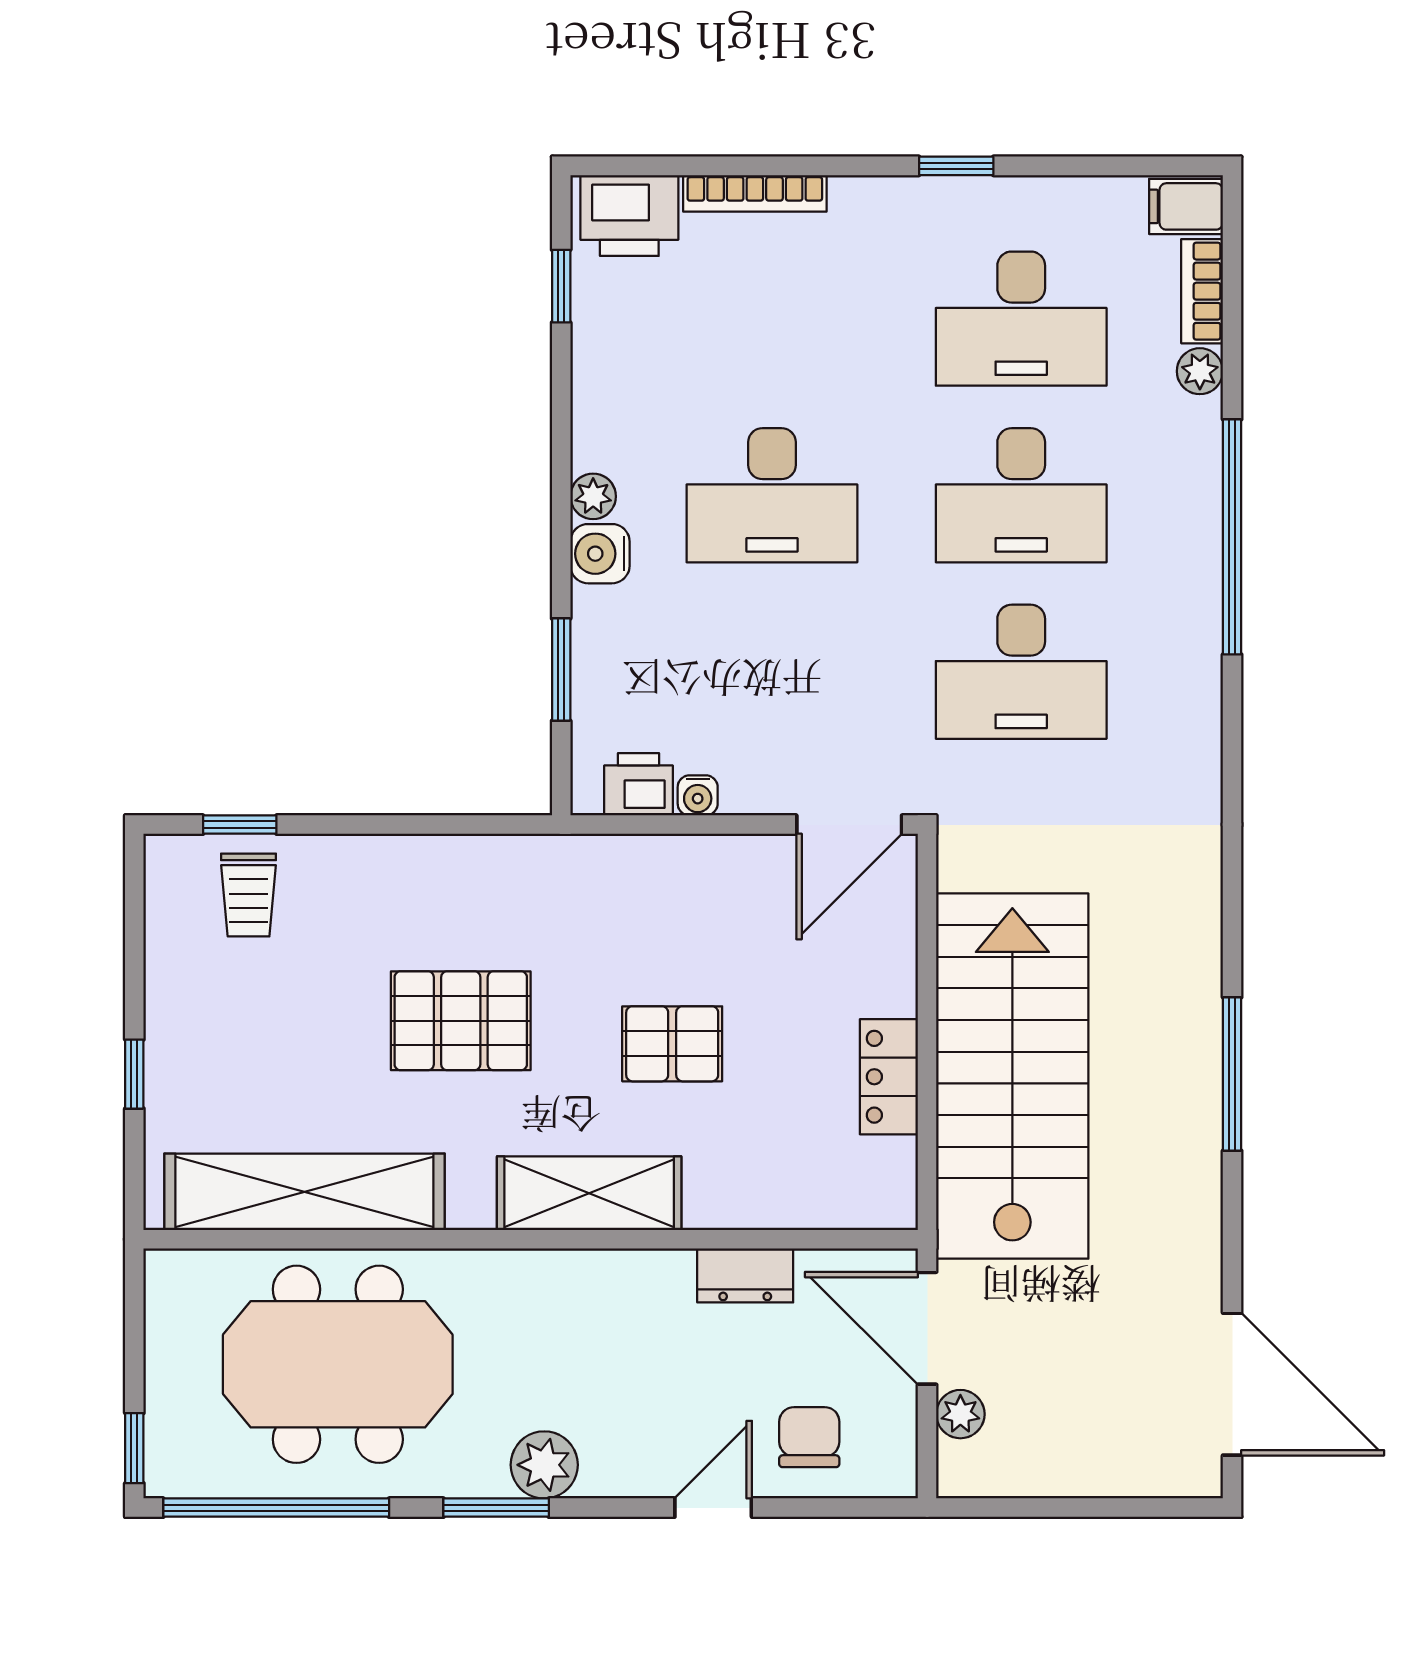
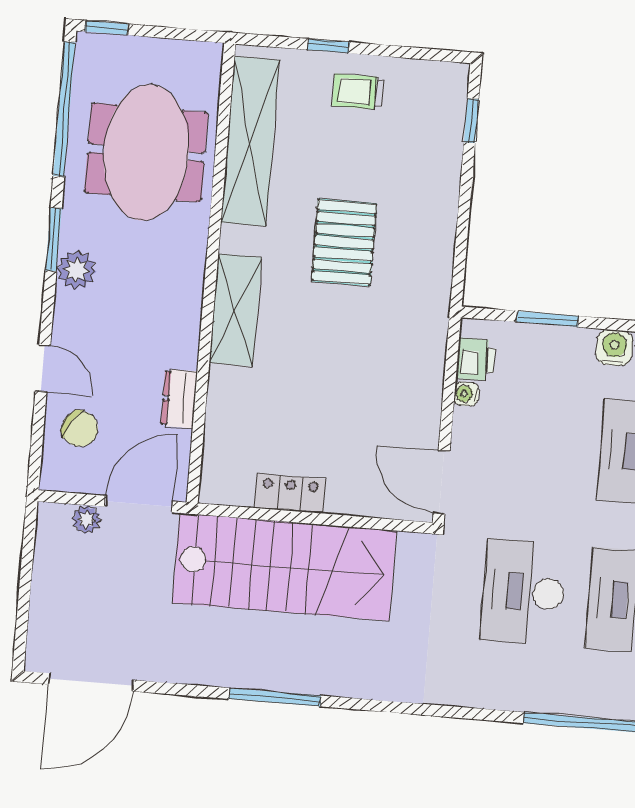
trolley: (249, 895) -> (358, 92), moved
pallet: (672, 1044) -> (320, 367), removed
chair: (809, 1437) -> (80, 429), turned 32

